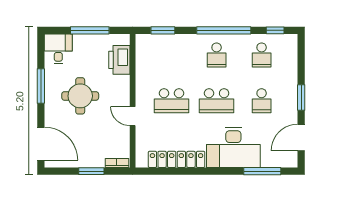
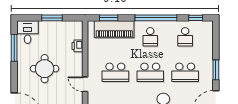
window: (90, 30) -> (52, 18), width x0.69
piano: (170, 45) -> (114, 29), added
printer: (119, 60) -> (78, 46), width x0.53, depth x0.68
window: (41, 86) -> (14, 48), moved
school desk: (262, 101) -> (185, 72), width x1.85

